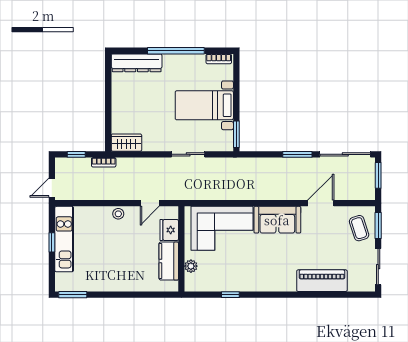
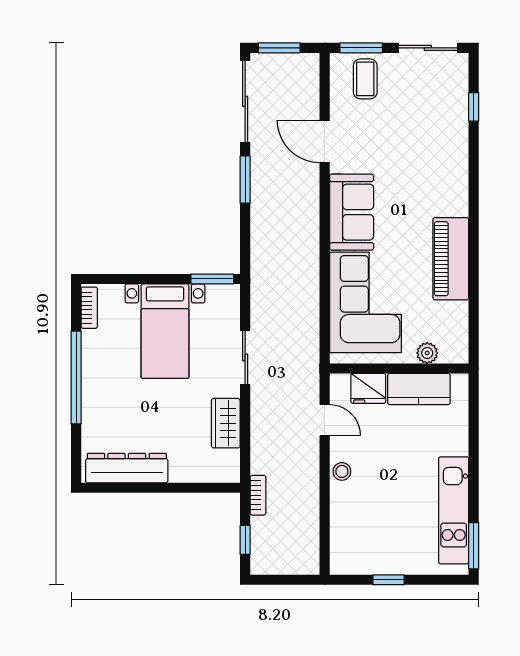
dresser: (137, 63) -> (127, 468), moved, turned -90
wardrobe: (126, 143) -> (226, 423), moved
door: (52, 188) -> (299, 580), removed
coffee table: (359, 228) -> (365, 79), turned -72
kitchen unit: (64, 239) -> (454, 510), moved, turned -90
piano: (322, 281) -> (451, 259), moved
window: (230, 295) -> (474, 107), moved

